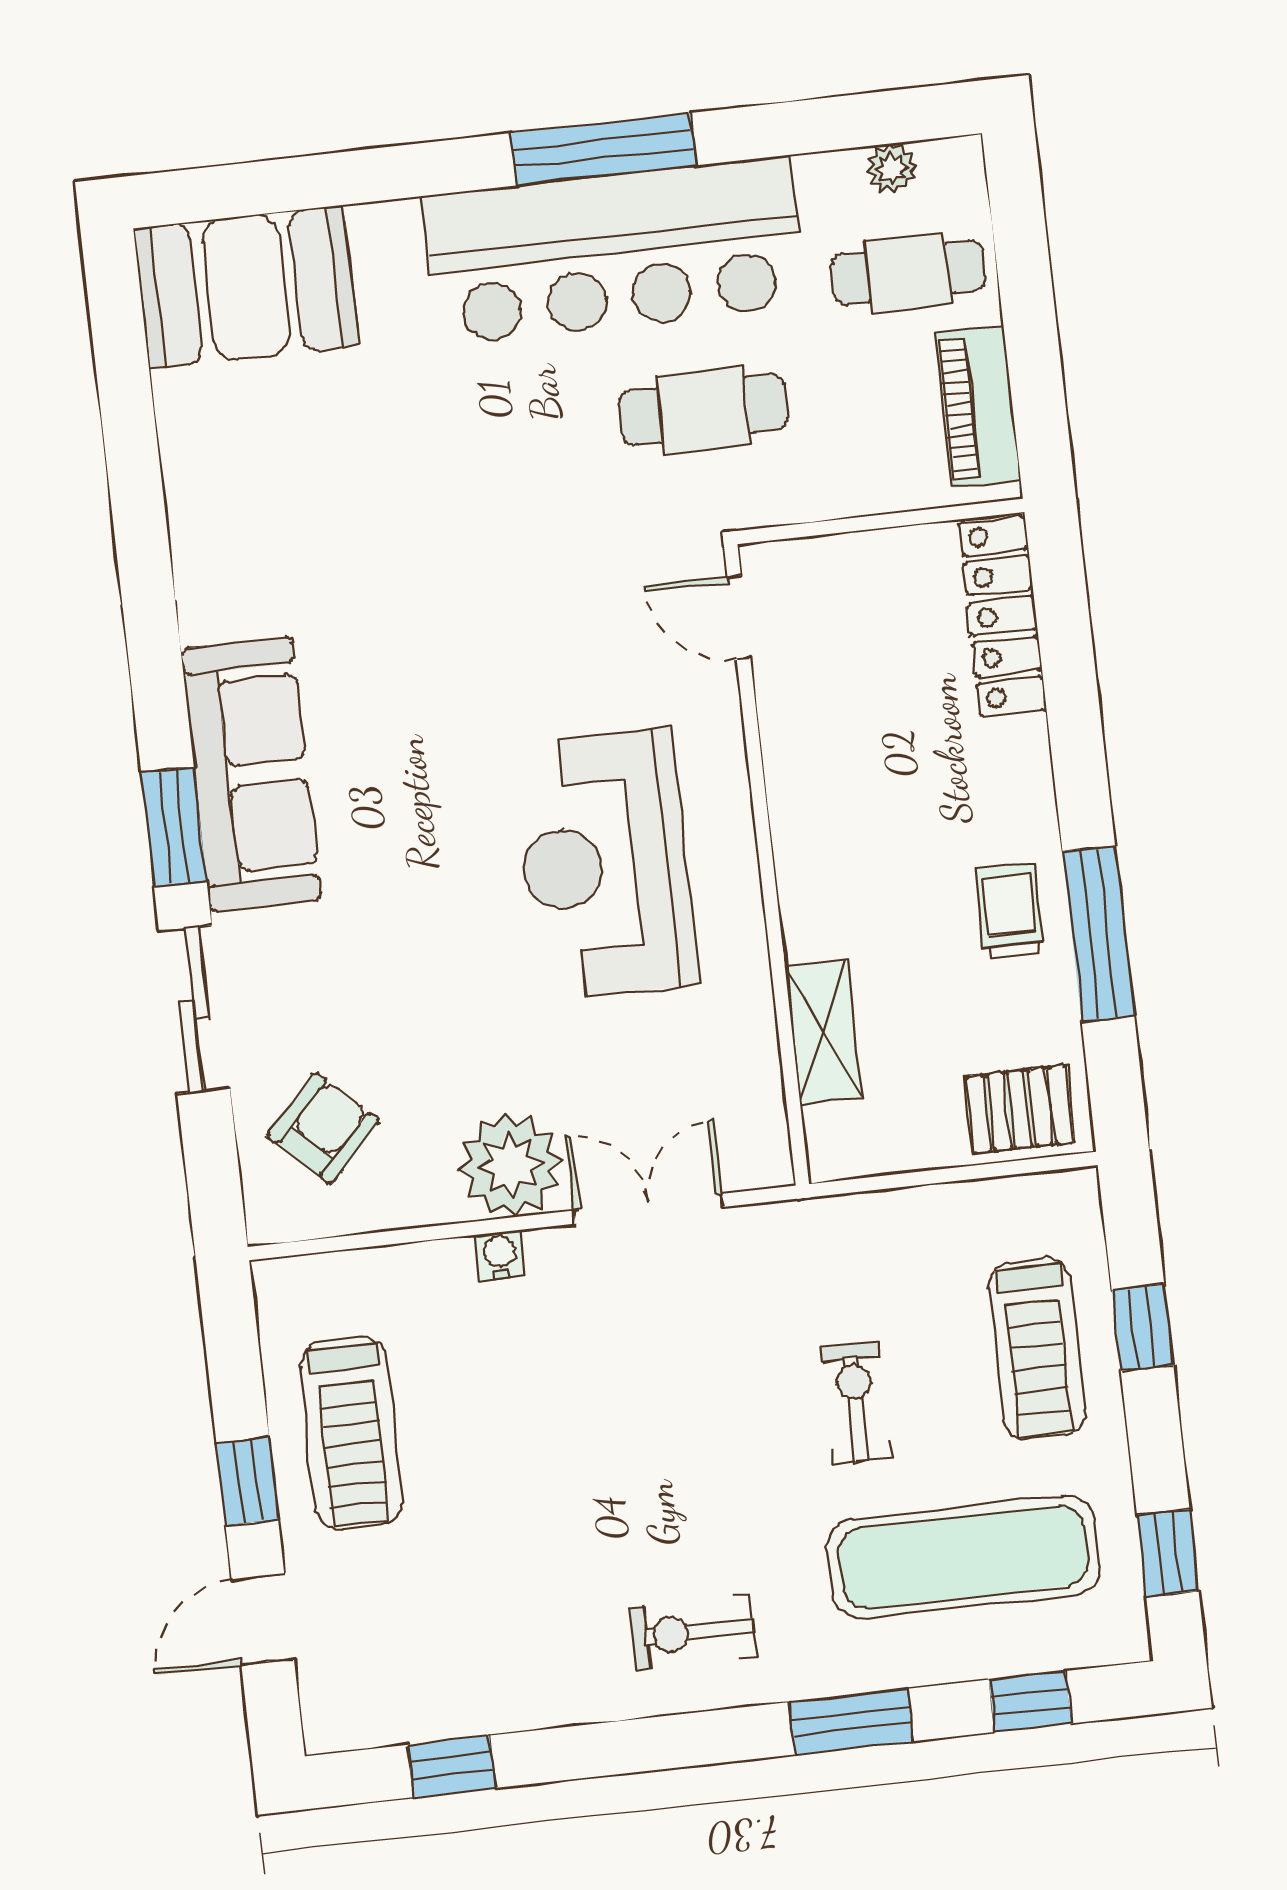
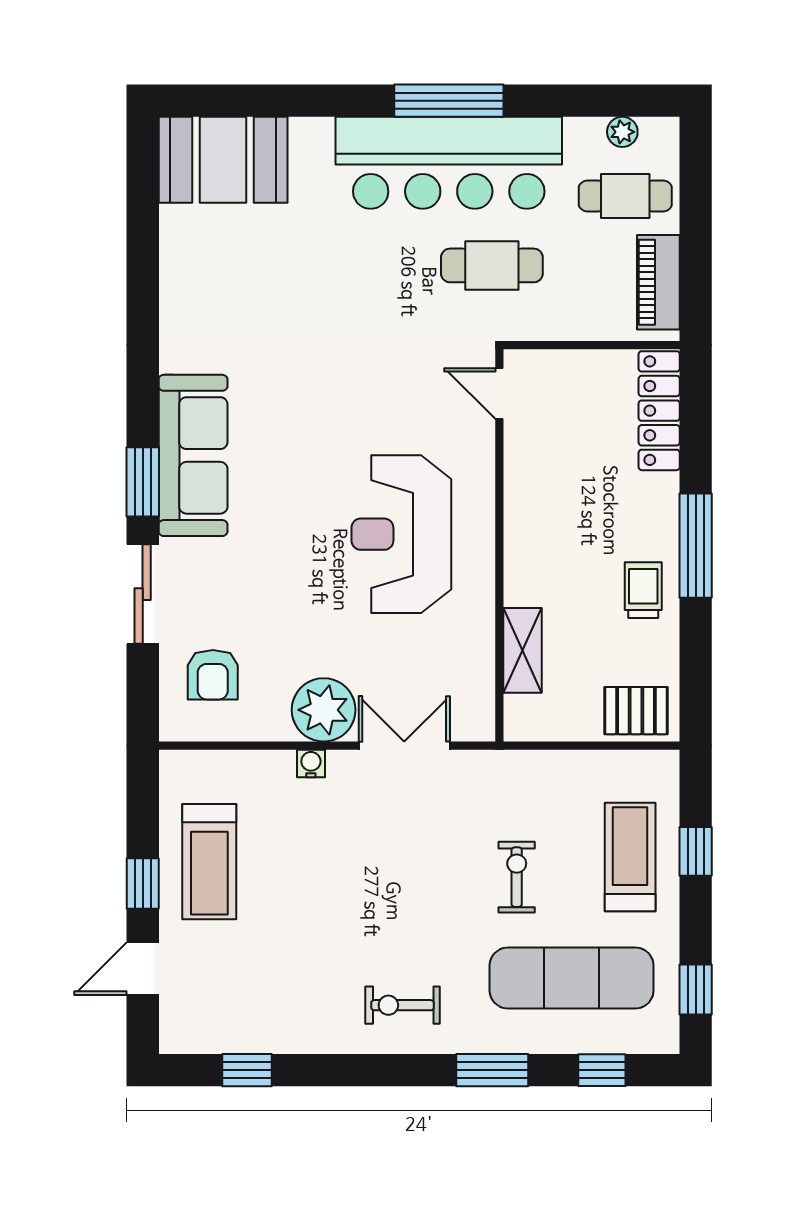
window: (1098, 934) -> (696, 546), moved
armchair: (323, 1128) -> (213, 675), turned 136
treadmill: (1037, 1349) -> (630, 857), turned 180

